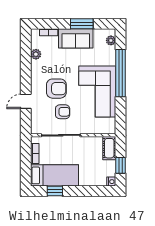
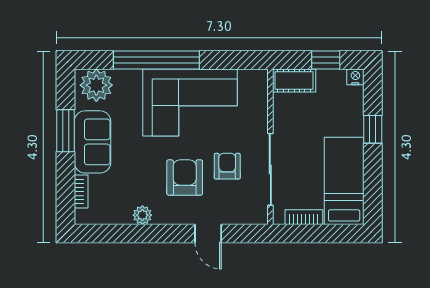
plant: (111, 40) -> (96, 85), width x1.87, depth x1.87
plant: (36, 54) -> (142, 215), moved
window: (55, 191) -> (373, 129), moved

